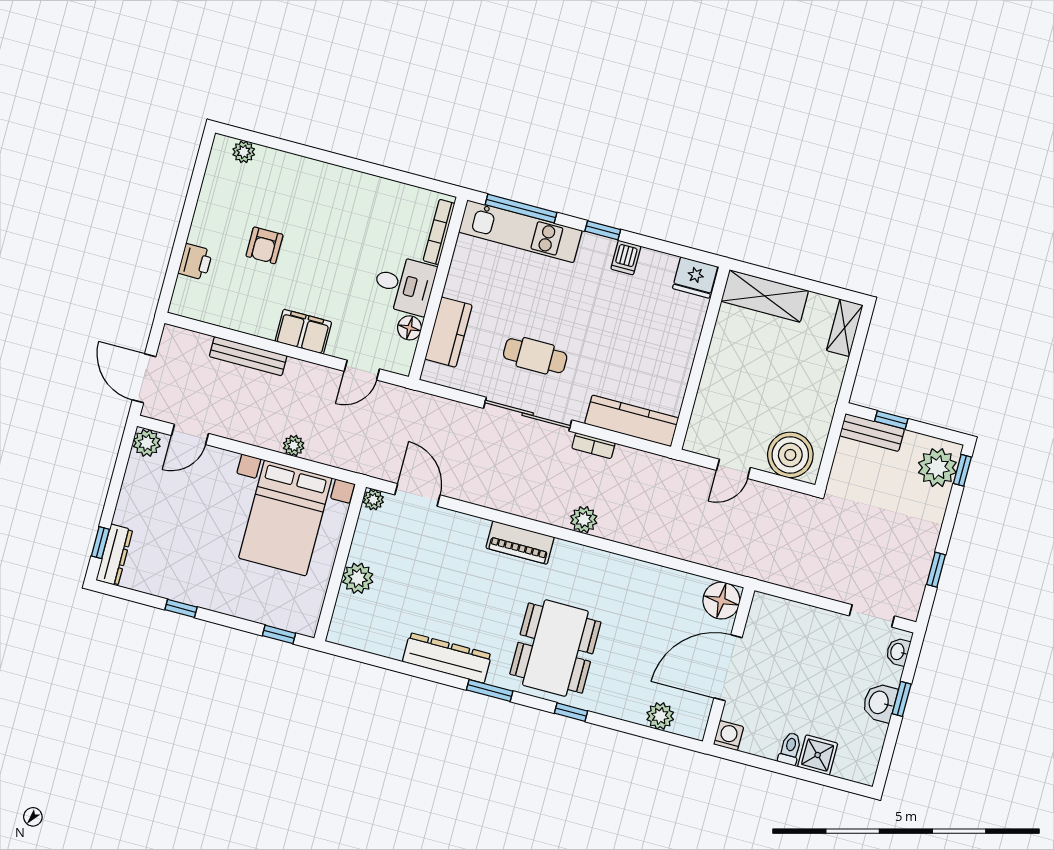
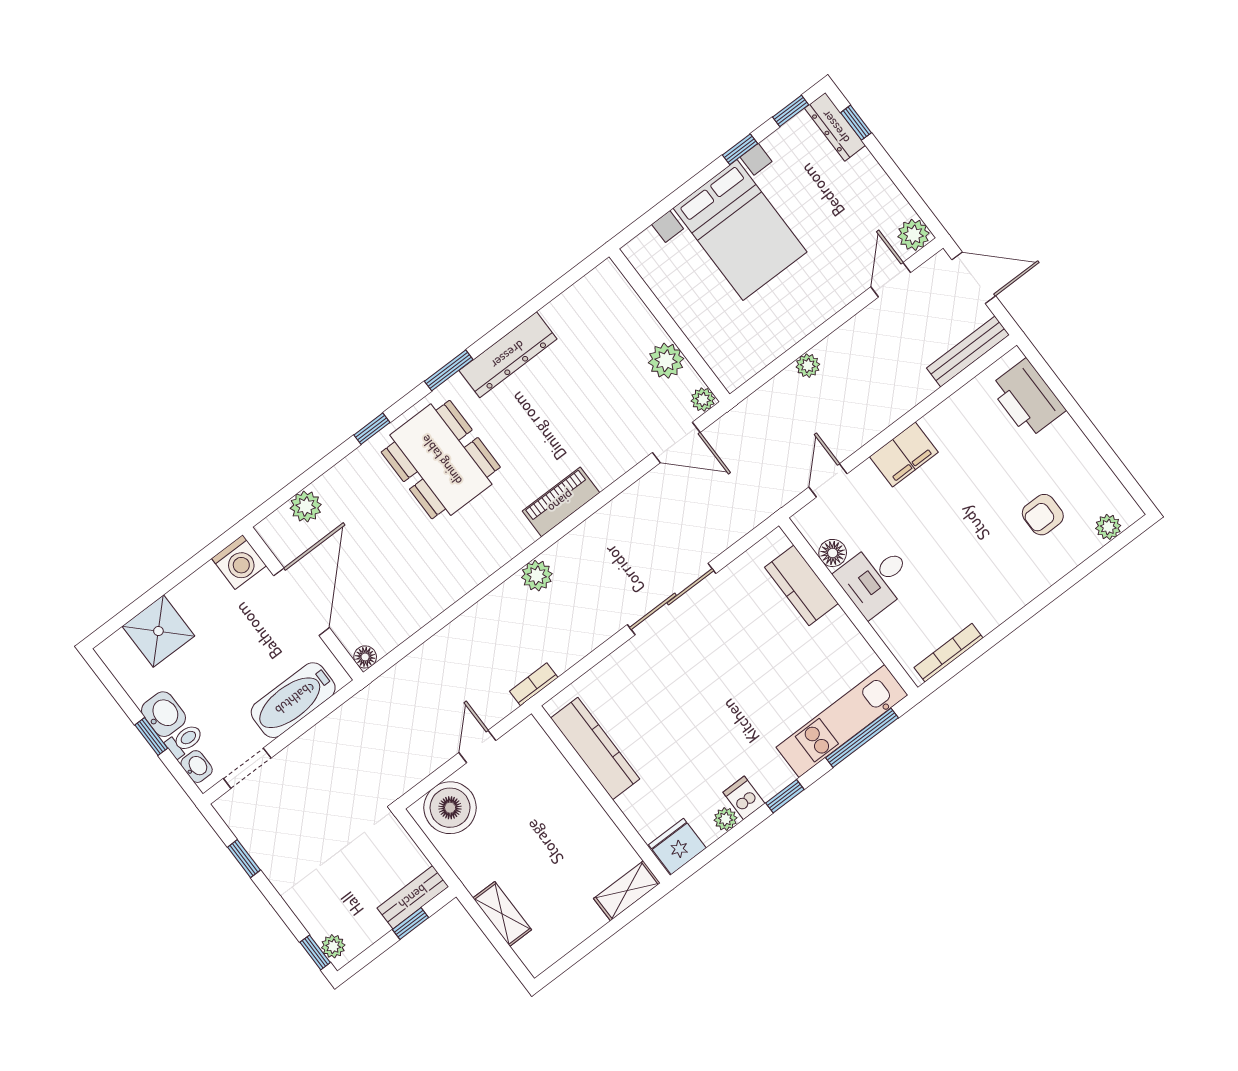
bookcase: (439, 232) -> (948, 653), moved, turned -90
armchair: (264, 245) -> (1043, 515), moved, turned -90
plant: (650, 259) -> (726, 819), added
printer: (195, 262) -> (1027, 398), width x1.87, depth x1.48
shelving: (765, 296) -> (627, 891), width x0.67, depth x0.75
shelving: (845, 328) -> (502, 914), moved
bench: (248, 356) -> (968, 351), moved
cafe table: (535, 356) -> (719, 647), removed
kitchen counter: (632, 421) -> (595, 749), moved, turned -90
bookcase: (593, 446) -> (534, 684), moved
plant: (937, 468) -> (333, 946), width x0.53, depth x0.53
bed with nightstands: (285, 518) -> (740, 230), moved, turned 180
plant: (358, 578) -> (666, 361), moved
floor lamp: (721, 600) -> (365, 657), width x0.53, depth x0.53
bathtub: (800, 621) -> (293, 700), added
window: (279, 634) -> (791, 111), moved
washing machine: (728, 736) -> (239, 562), width x1.38, depth x1.38
toilet: (790, 749) -> (184, 741), moved, turned -90
shower: (818, 755) -> (158, 631), width x1.36, depth x1.36

